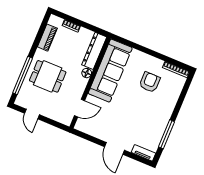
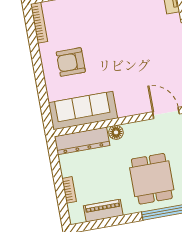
sofa: (110, 71) -> (83, 111), width x0.74, depth x0.79
armchair: (150, 82) -> (71, 62), moved

